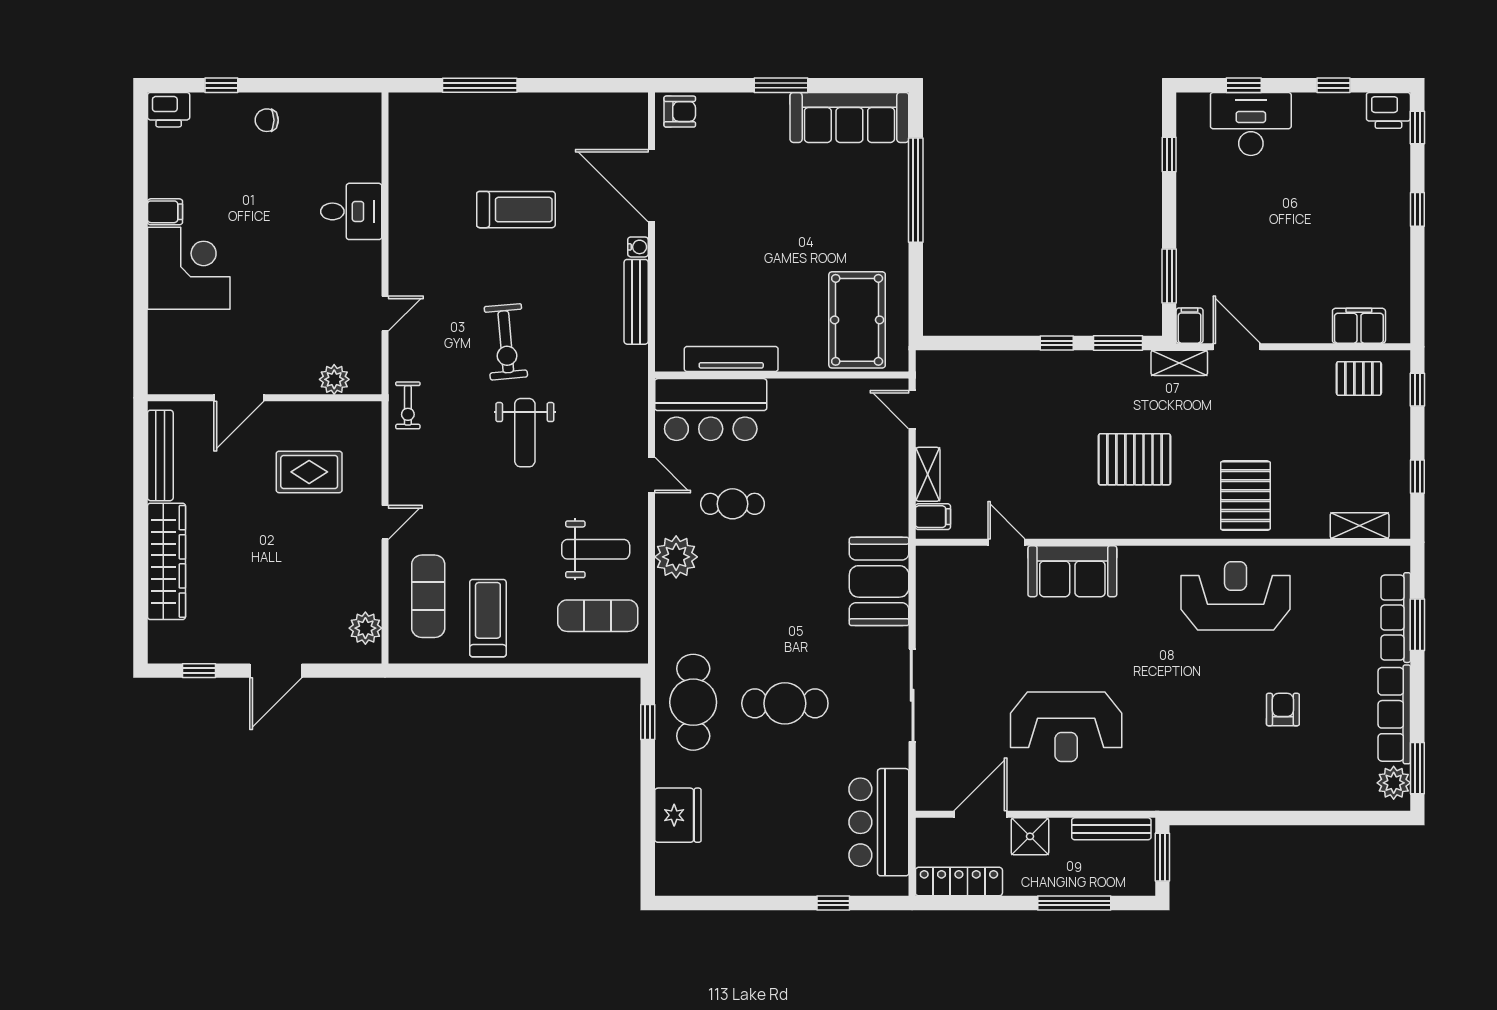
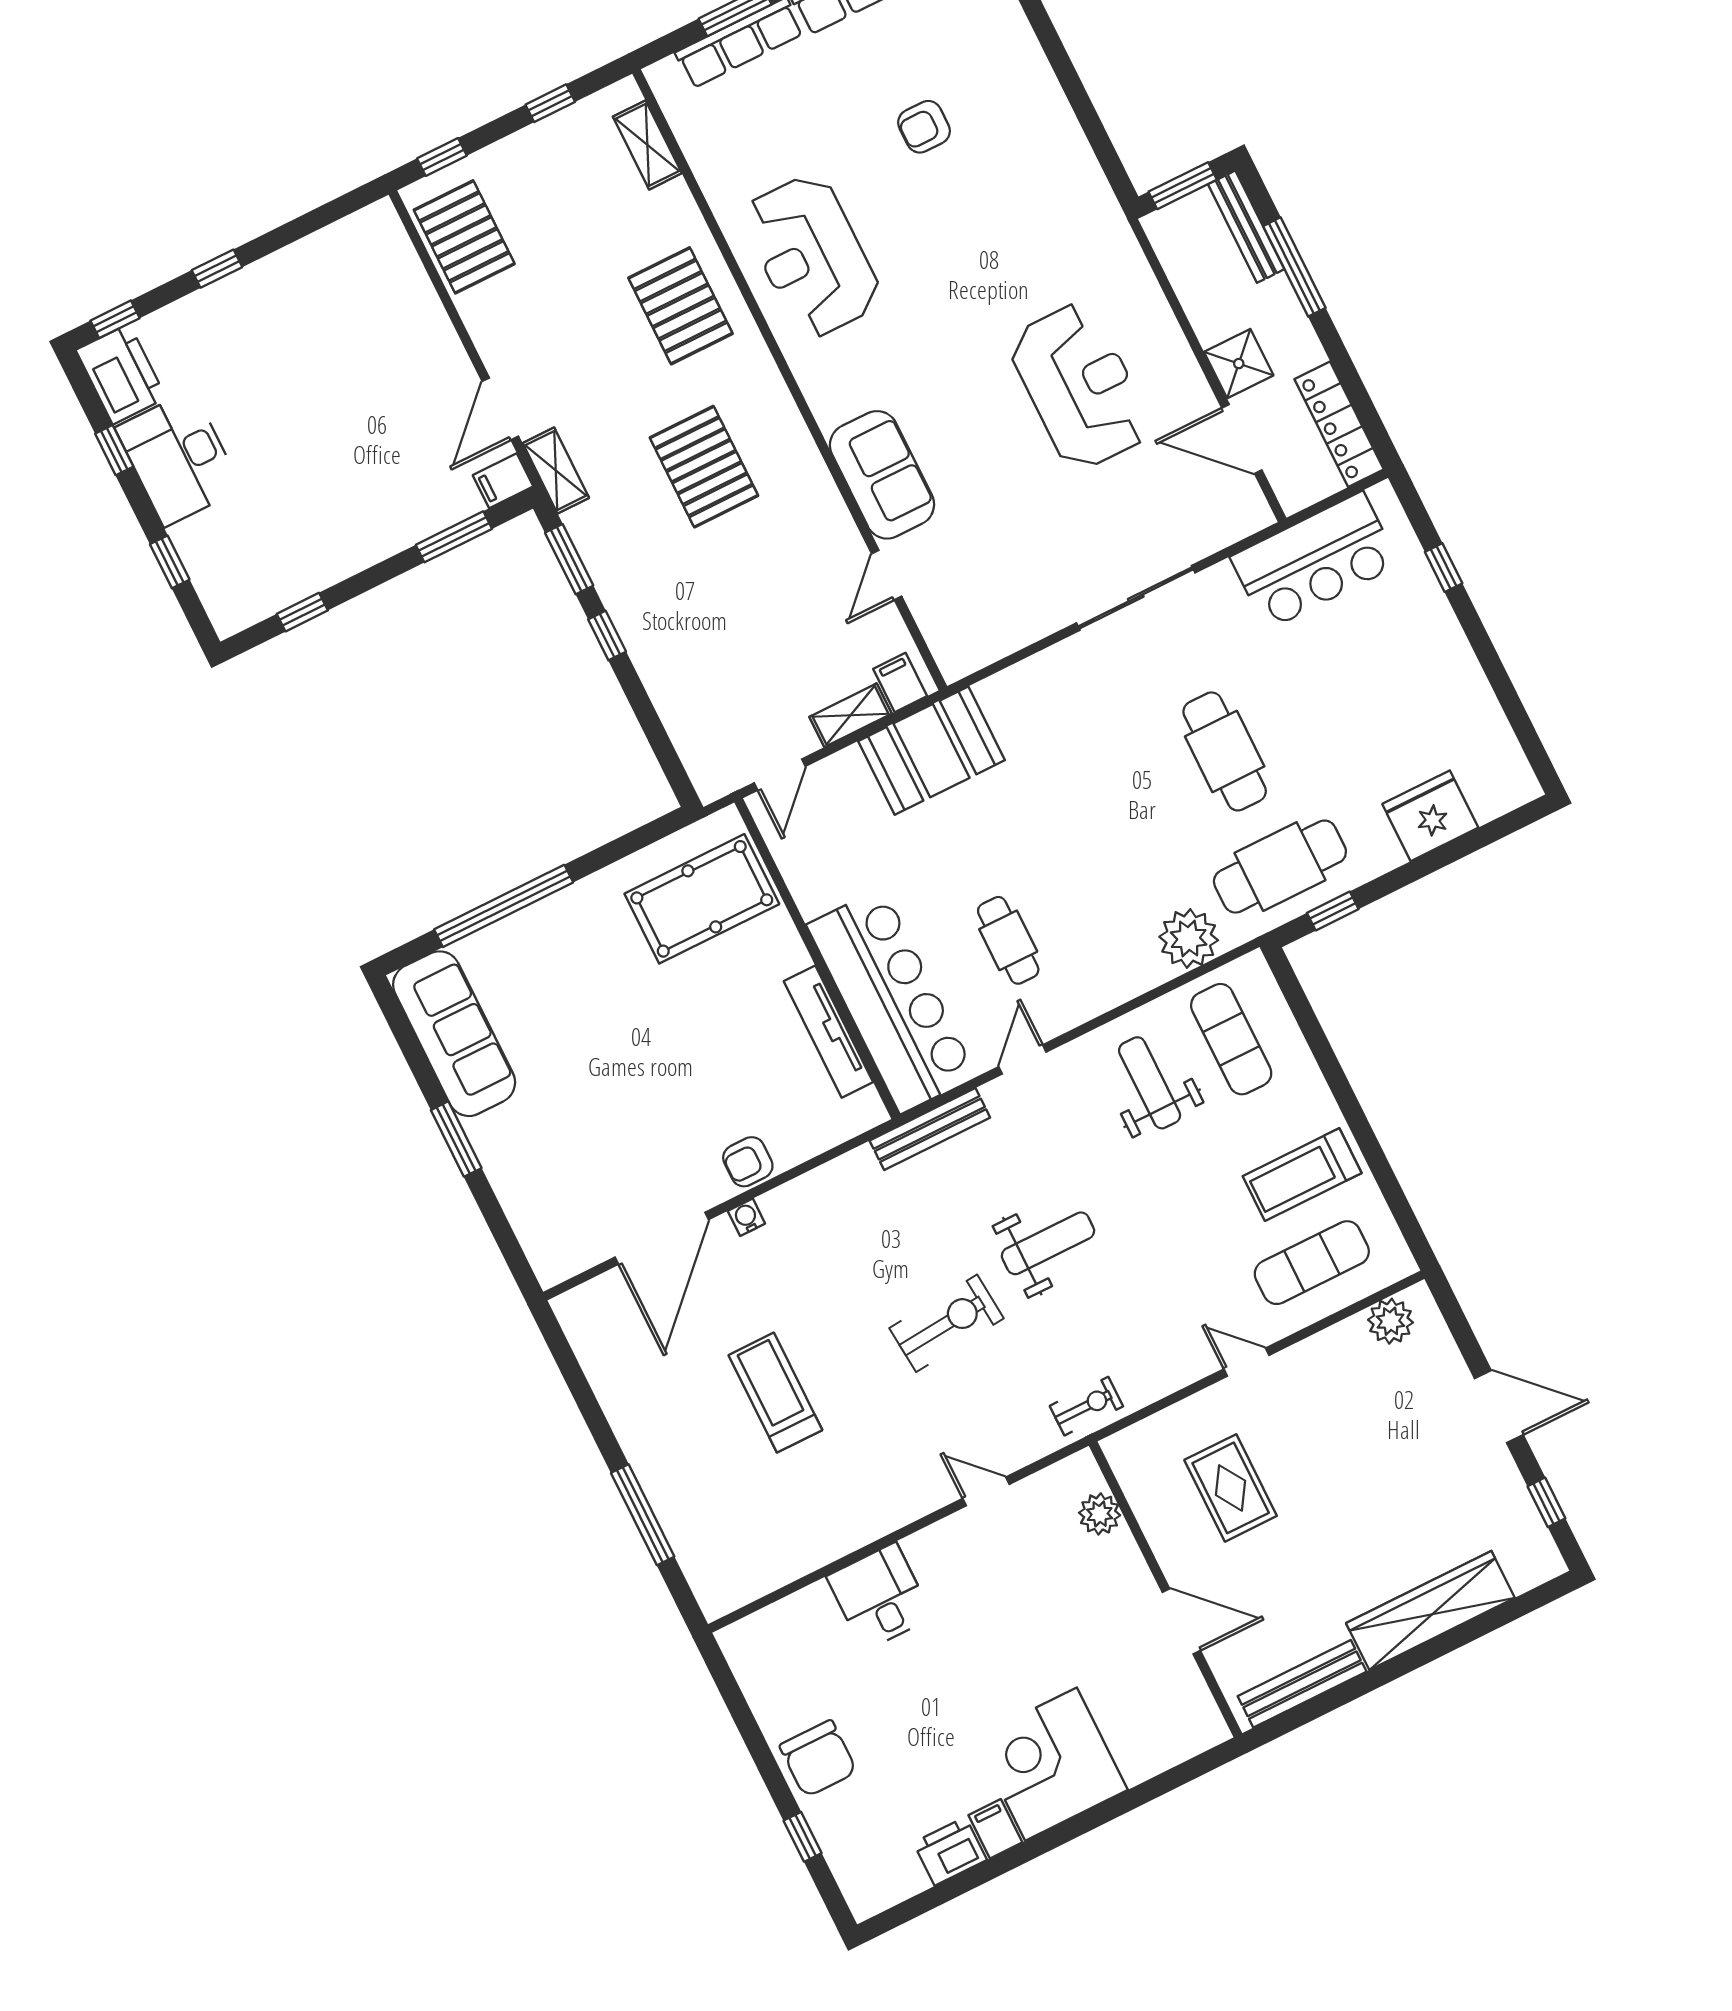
printer: (169, 110) -> (950, 1851), moved, turned -90
printer: (1388, 110) -> (121, 374), width x1.37, depth x1.19
armchair: (680, 112) -> (748, 1162), moved, turned -90
chair: (267, 120) -> (818, 1759), width x1.87, depth x1.87
desk: (1251, 124) -> (178, 458), moved
bench: (636, 302) -> (930, 1129), moved
filing cabinet: (1359, 326) -> (398, 269), removed
pallet: (1359, 378) -> (464, 237), width x1.50, depth x1.42
bar counter: (711, 410) -> (892, 1001), width x1.36
pallet: (1245, 496) -> (680, 306), turned 90
plant: (676, 557) -> (1189, 939), moved
booth: (879, 581) -> (932, 751), moved
bench: (1111, 829) -> (1246, 227), moved

